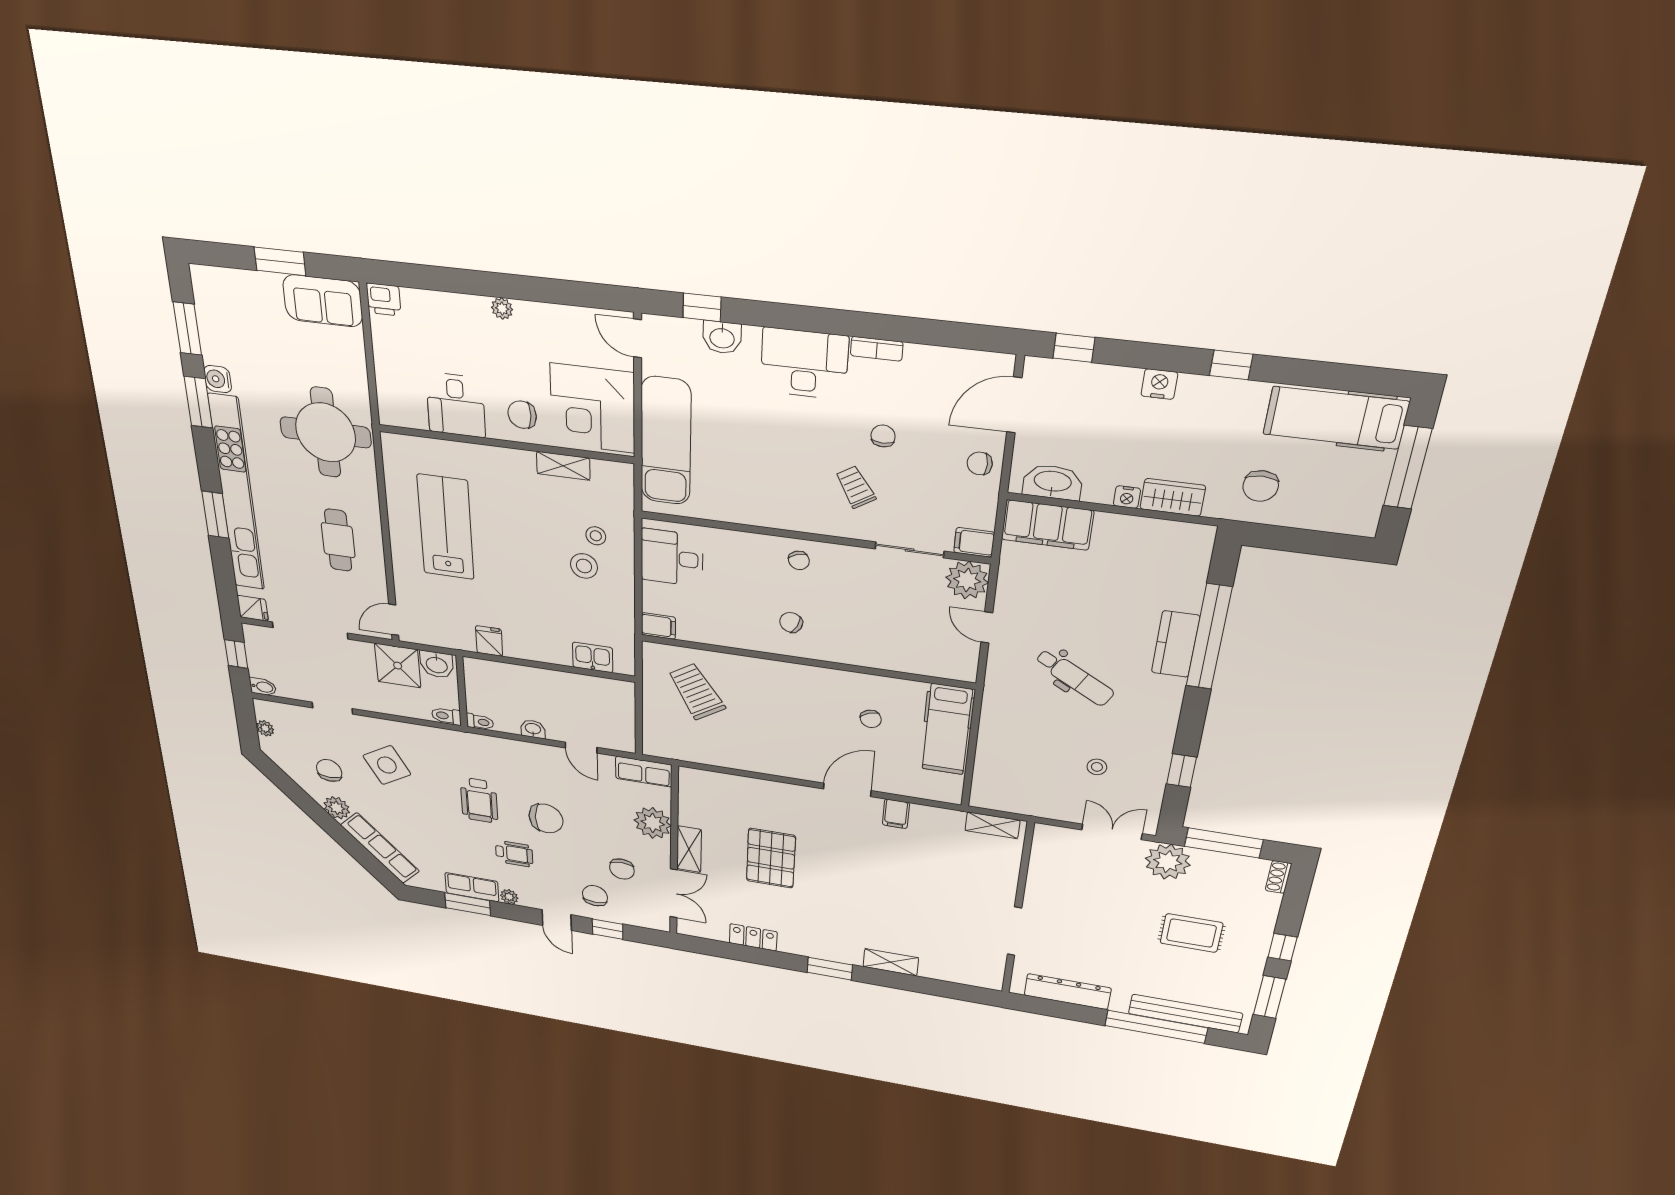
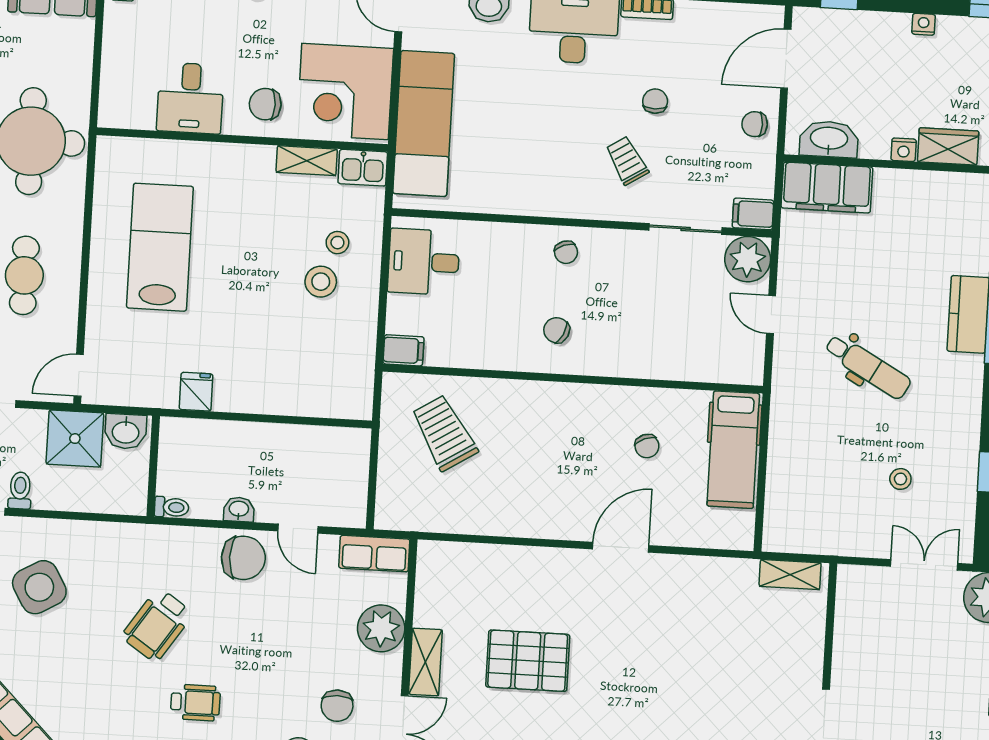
nightstand: (1159, 384) -> (924, 24), width x0.72, depth x0.74
kitchen sink: (593, 657) -> (363, 168), moved, turned 180
toilet: (446, 716) -> (20, 490), moved, turned 90
wheelchair: (479, 800) -> (157, 625), turned 34
filing cabinet: (896, 814) -> (678, 574), removed
chair: (546, 818) -> (243, 558), moved
pallet: (771, 858) -> (528, 661), turned 90

